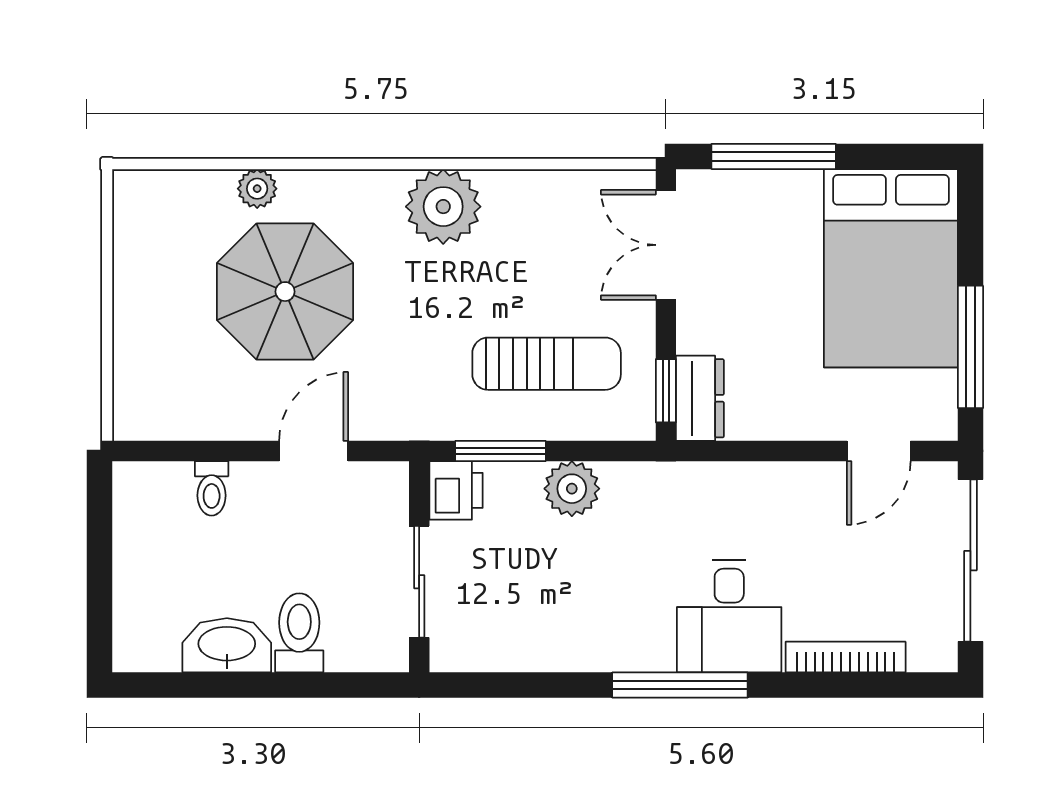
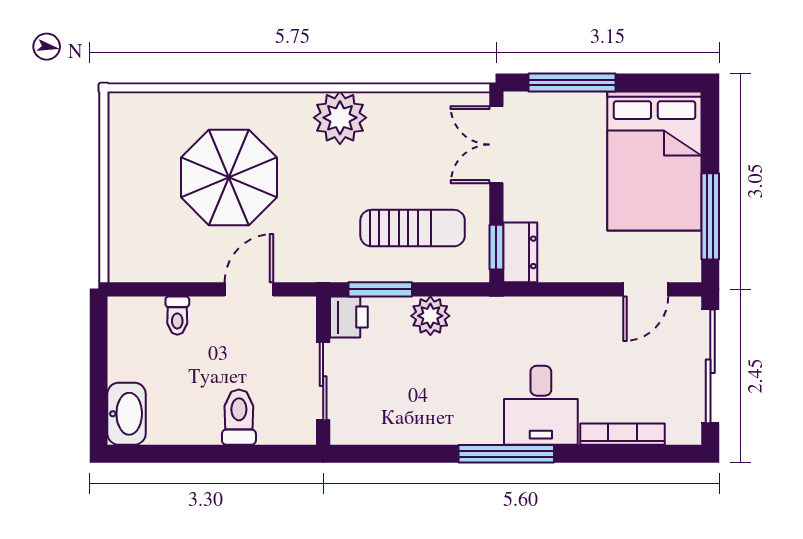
plant: (257, 189) -> (209, 105), removed
washbasin: (227, 645) -> (127, 414), moved, turned 90

